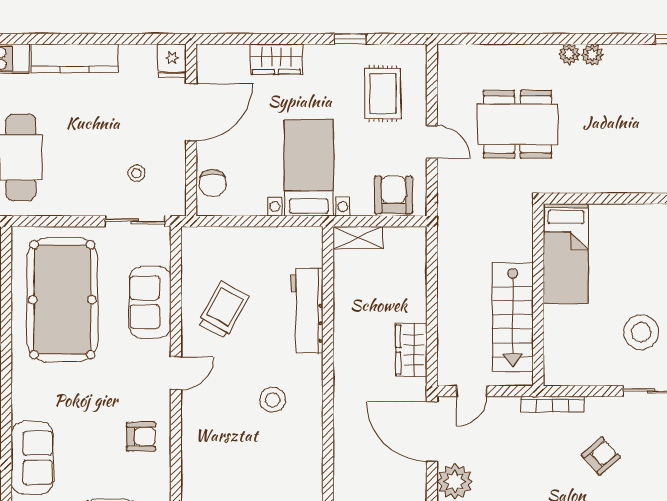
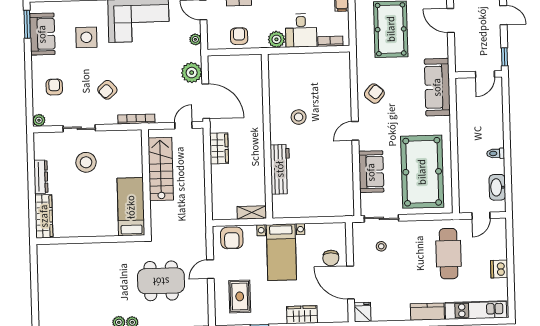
kitchen counter: (75, 58) -> (427, 312), width x0.67
door: (191, 112) -> (351, 283), hinge flipped
door: (432, 142) -> (210, 269), hinge flipped
chair: (213, 183) -> (331, 258), moved, turned 180
trolley: (223, 310) -> (329, 168), removed
armchair: (141, 437) -> (374, 94), turned 130
sofa: (32, 458) -> (437, 87), width x1.36

